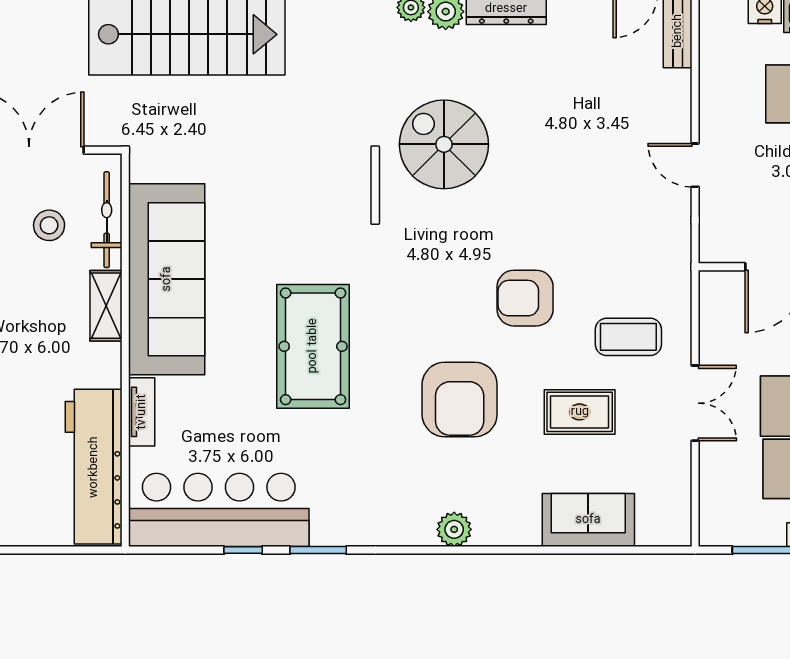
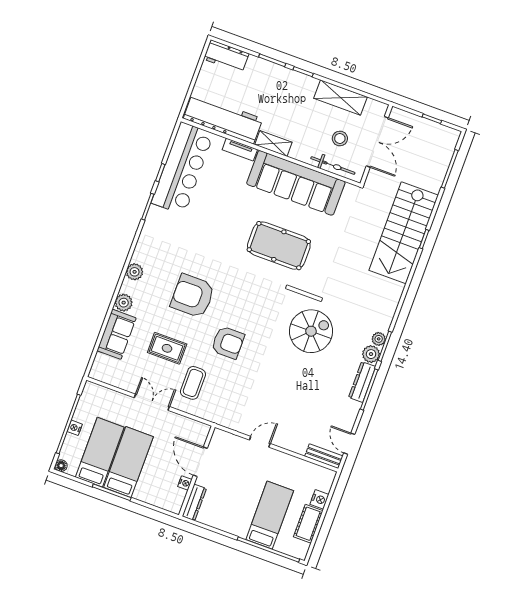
armchair: (525, 298) -> (228, 342), turned 90
shelving: (106, 306) -> (273, 143), moved
pool table: (313, 346) -> (279, 246), moved
double door: (695, 403) -> (152, 402), swing flipped
rug: (580, 412) -> (167, 348), turned 90
plant: (522, 529) -> (124, 303), added

